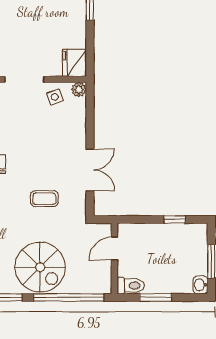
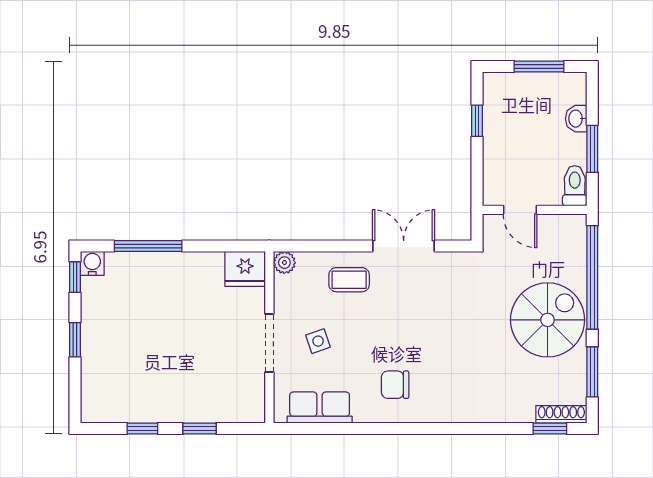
side table: (55, 97) -> (318, 341), moved
coffee table: (44, 199) -> (349, 280), moved, turned 90
washbasin: (200, 285) -> (576, 119), moved, turned 90

